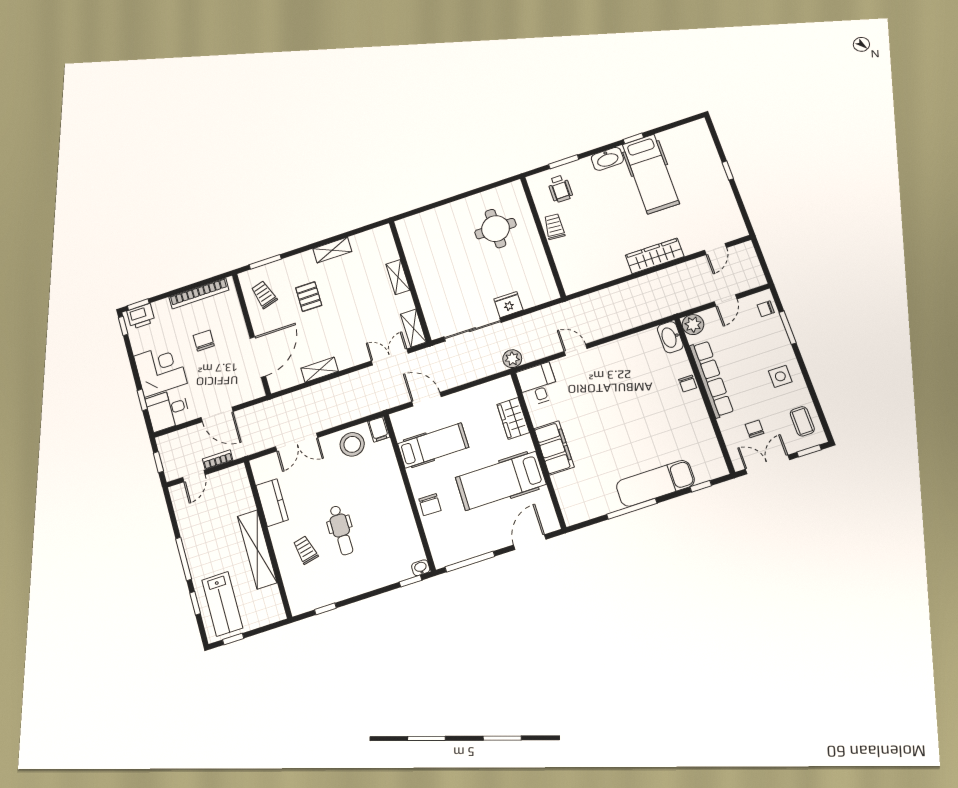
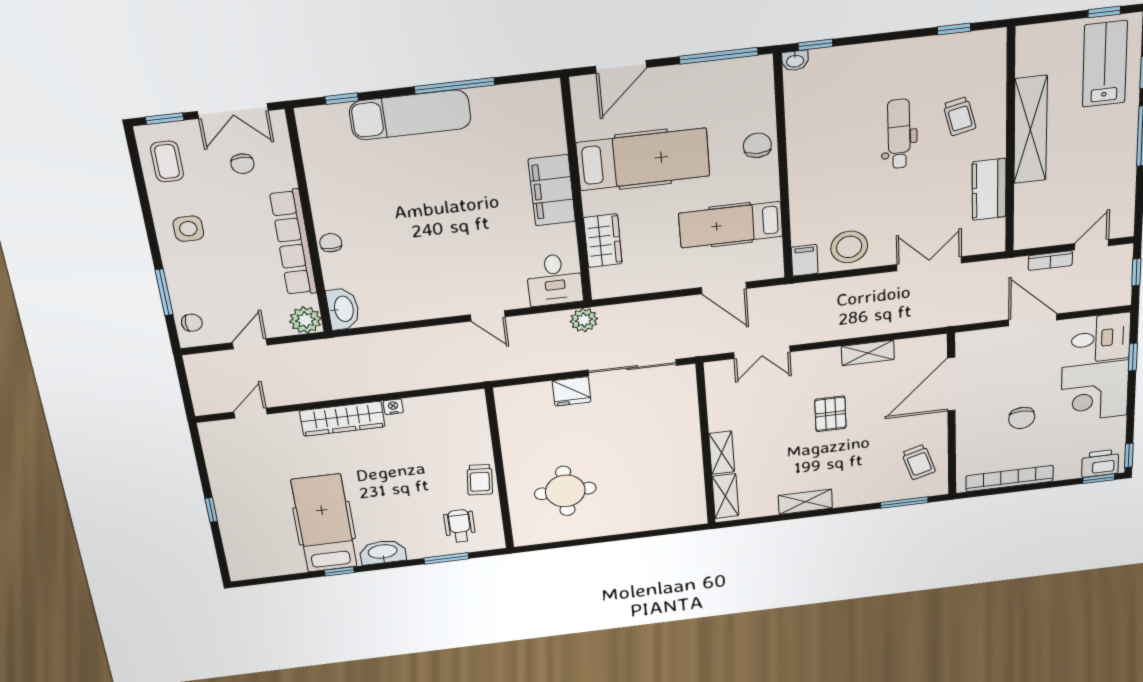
nightstand: (623, 271) -> (393, 407), added
pallet: (309, 297) -> (830, 414), moved
shelving: (413, 328) -> (725, 496), moved

